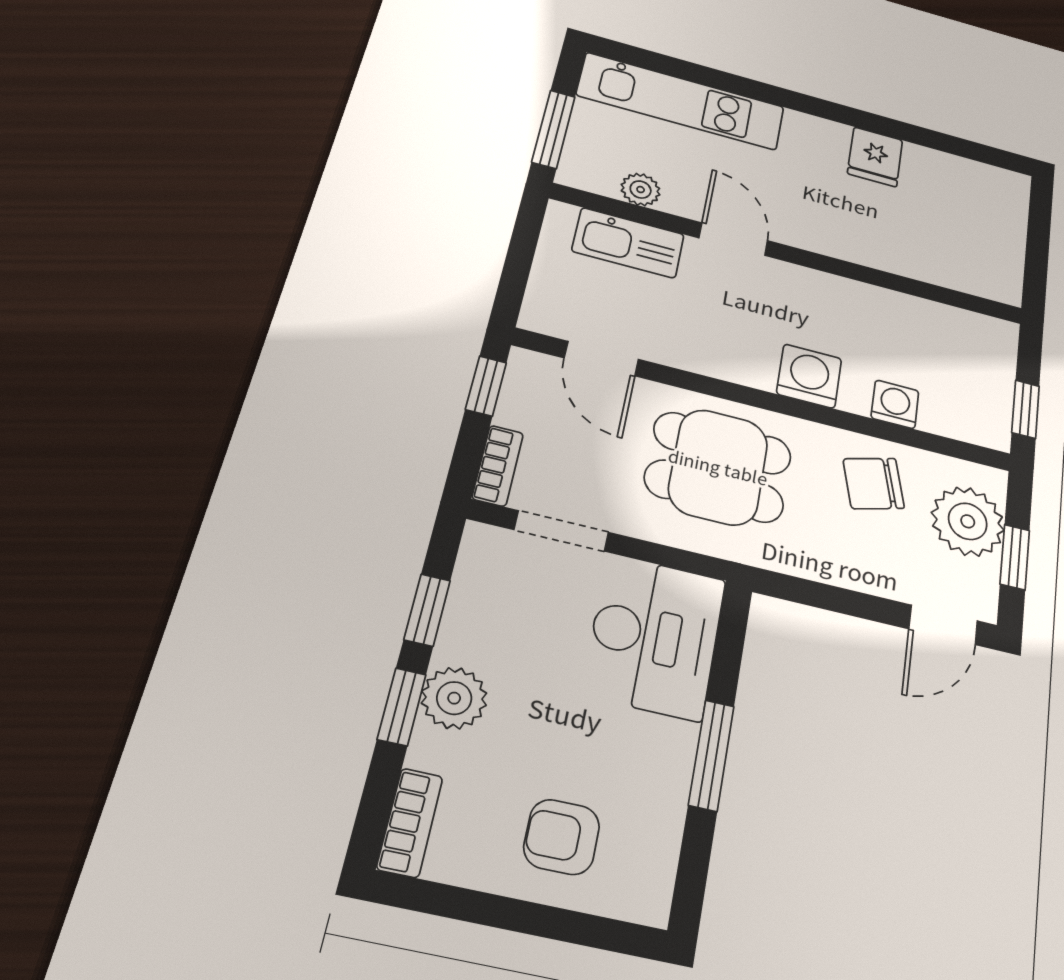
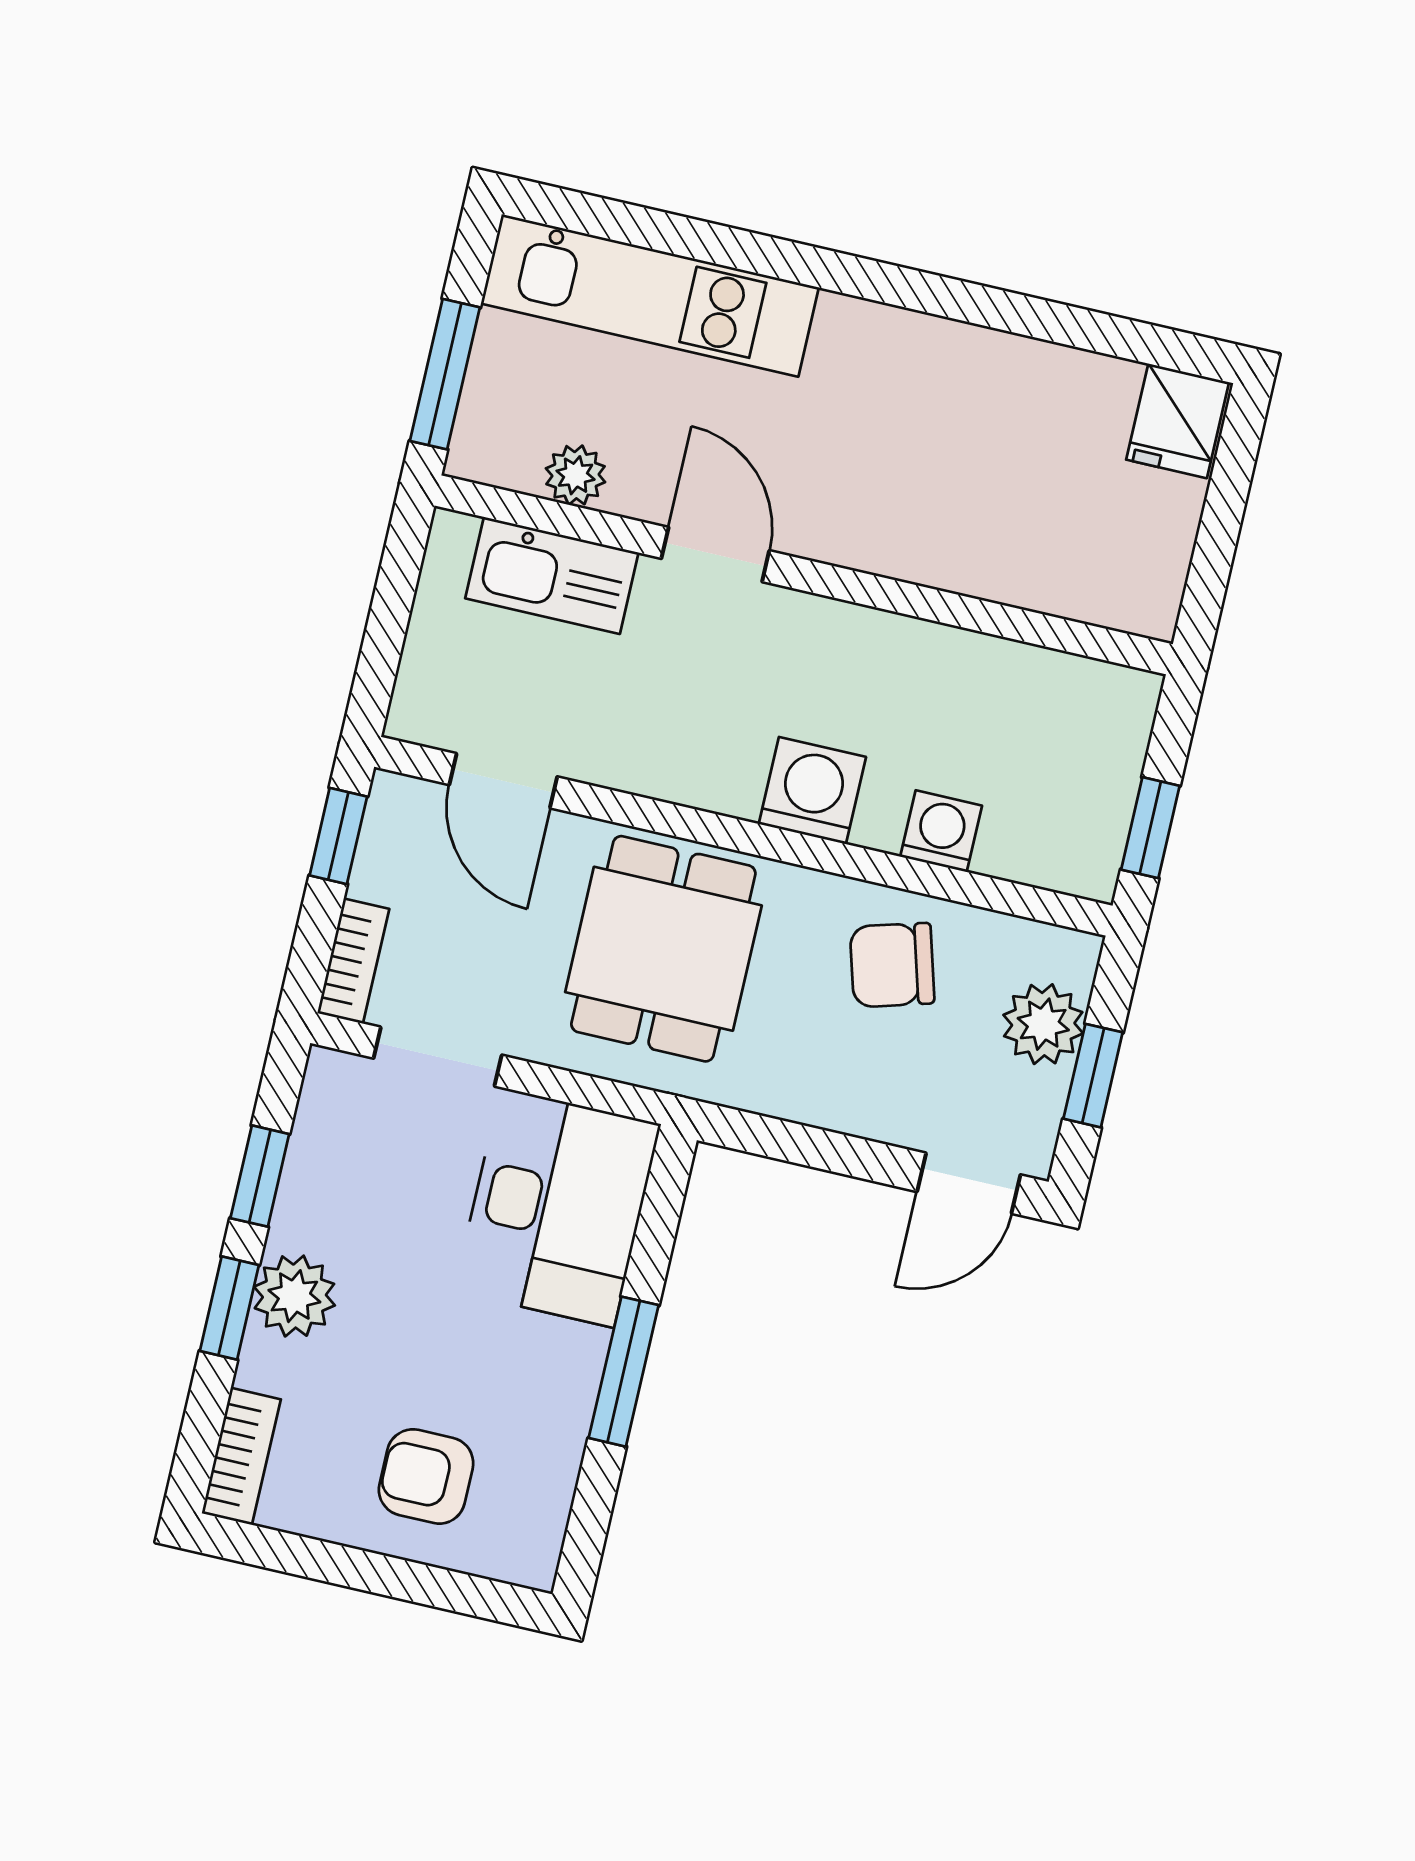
fridge: (875, 157) -> (1178, 421), moved
dining table: (718, 467) -> (663, 949), turned 90
plant: (968, 521) -> (1043, 1024), width x0.73, depth x0.73

